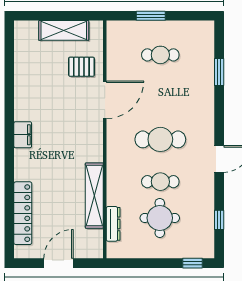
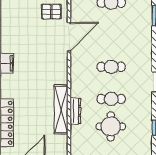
cafe table: (160, 139) -> (111, 67), width x0.73, depth x0.74
dresser: (113, 224) -> (75, 111), moved

